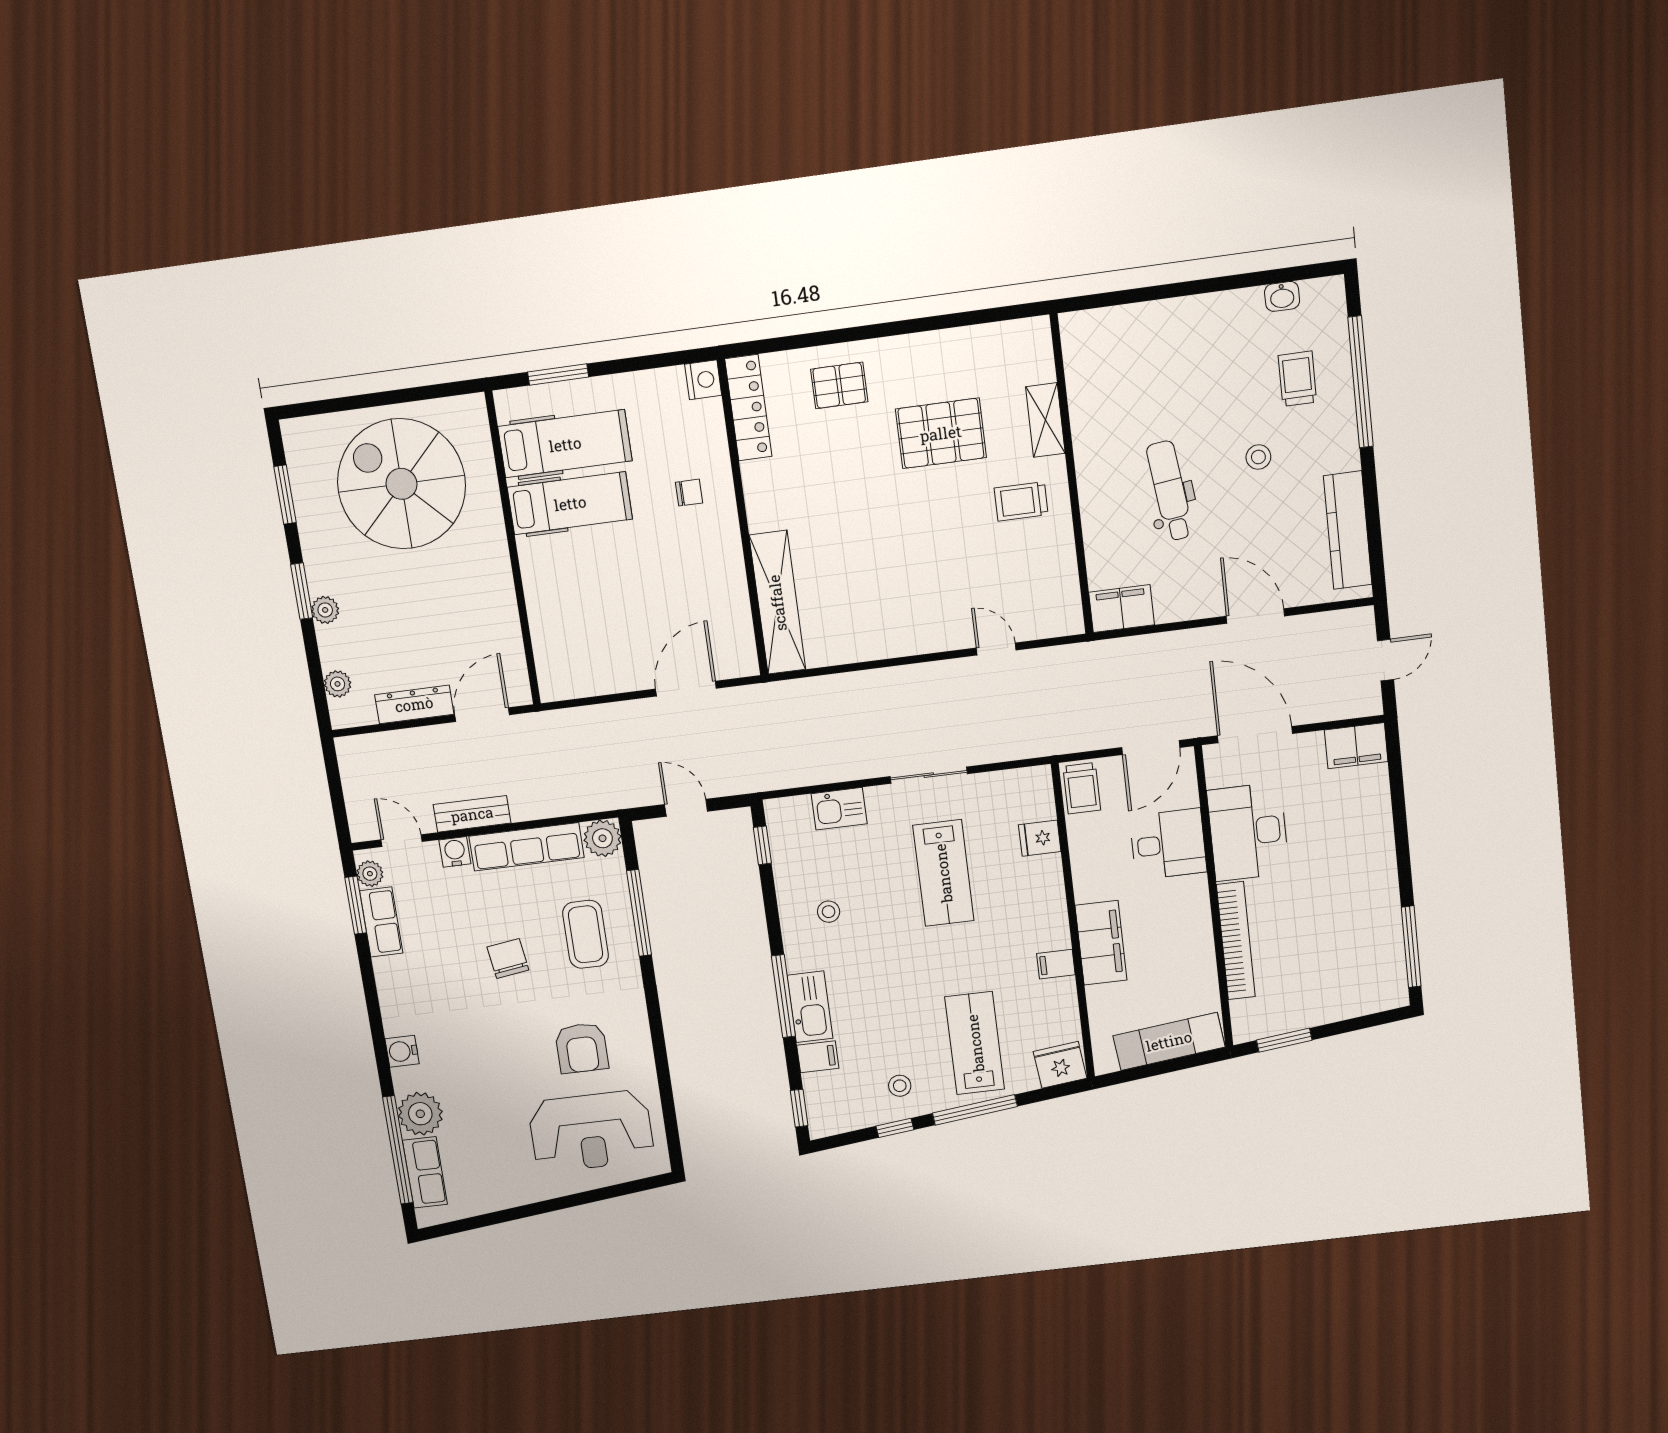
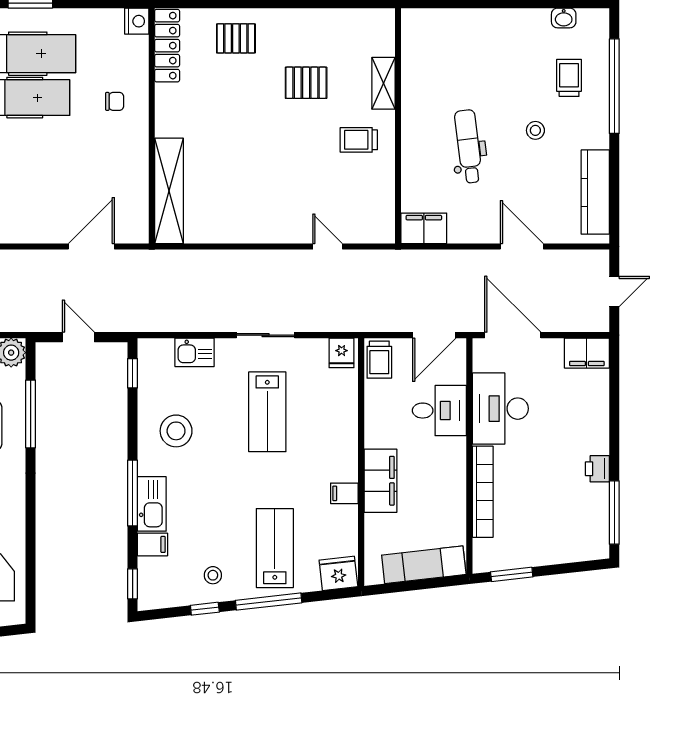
pallet: (941, 433) -> (306, 83), width x0.67, depth x0.71
fridge: (1040, 838) -> (342, 353), moved, turned -90
printer: (1384, 894) -> (597, 469), added
stool: (829, 912) -> (176, 431), width x1.89, depth x1.89

